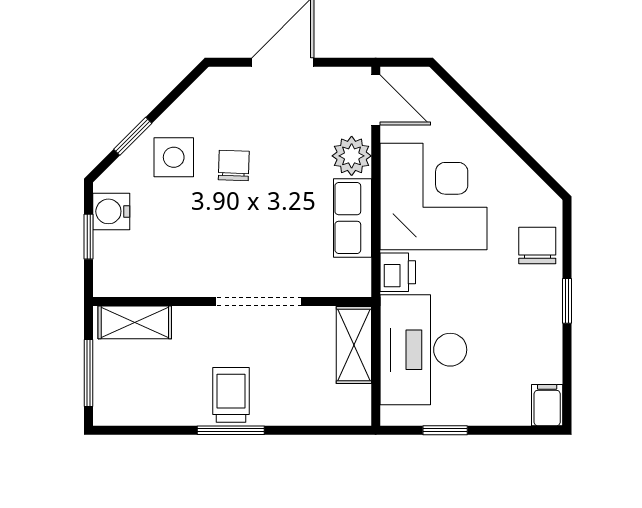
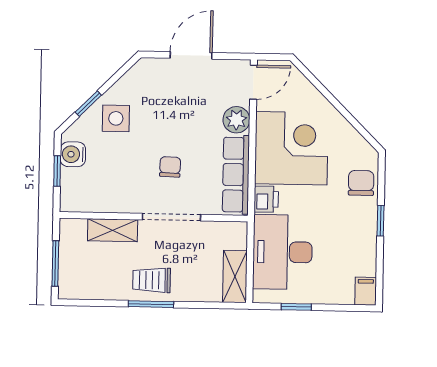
door: (376, 100) -> (253, 82), hinge flipped
chair: (234, 166) -> (170, 167), moved
row of seats: (352, 218) -> (236, 175), width x1.48
shelving: (135, 322) -> (113, 230), moved
shelving: (354, 345) -> (235, 277), moved
trolley: (231, 395) -> (152, 280), turned -90

